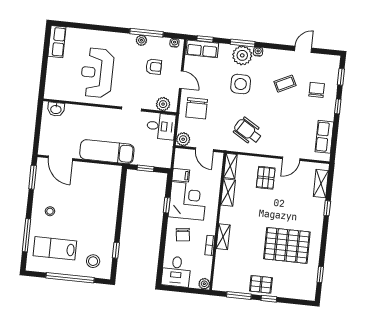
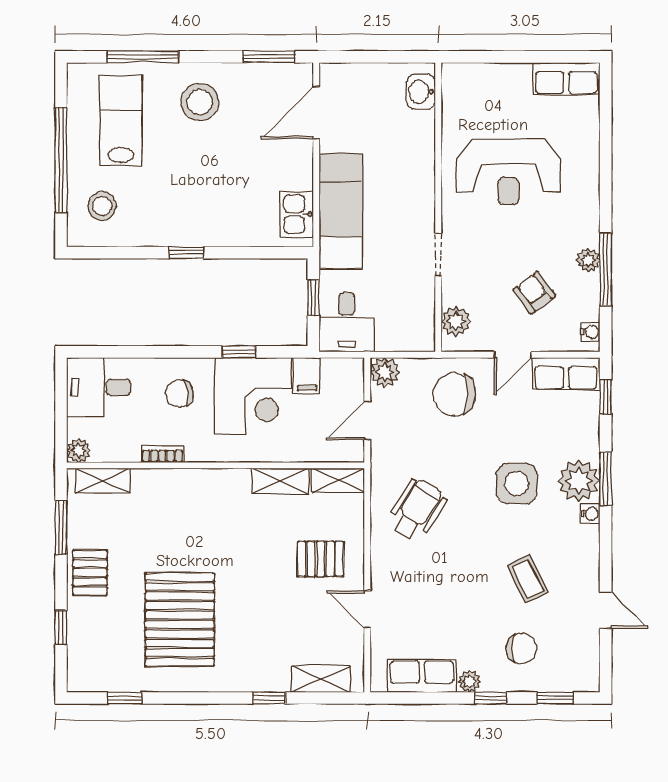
row of seats: (202, 49) -> (566, 374), moved, turned -90
armchair: (154, 67) -> (534, 293), turned 144
reception desk: (97, 73) -> (508, 172), turned 180
plant: (329, 115) -> (469, 681), added
desk: (161, 126) -> (347, 322), moved
kitchen sink: (106, 172) -> (297, 214), added
stool: (50, 211) -> (200, 102), width x1.89, depth x1.89
shelving: (223, 237) -> (103, 480), moved
window: (116, 250) -> (186, 253), moved
window: (269, 299) -> (61, 627), moved

